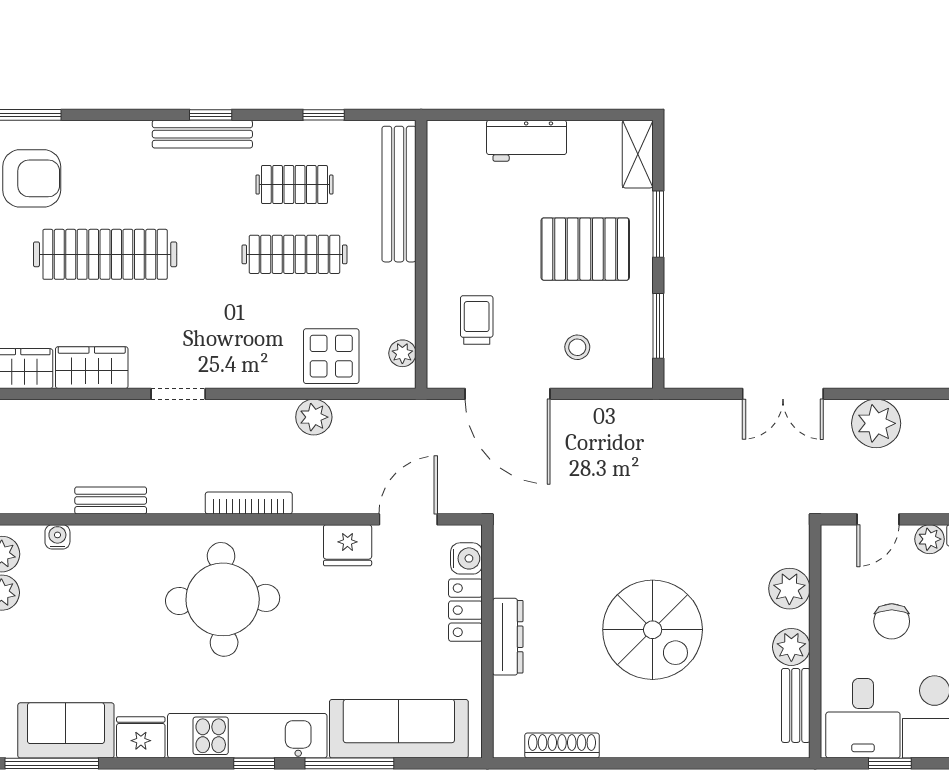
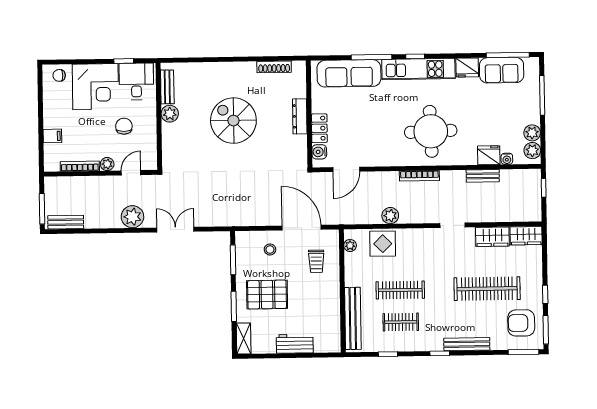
bench: (202, 134) -> (467, 344), moved
fridge: (348, 545) -> (489, 155), moved
plant: (789, 589) -> (171, 140), removed

